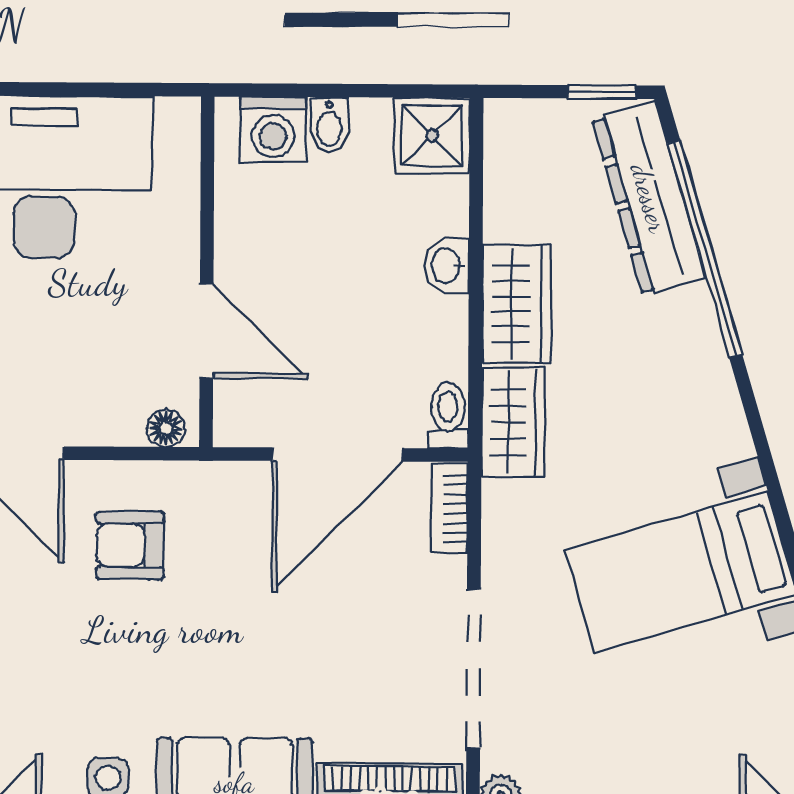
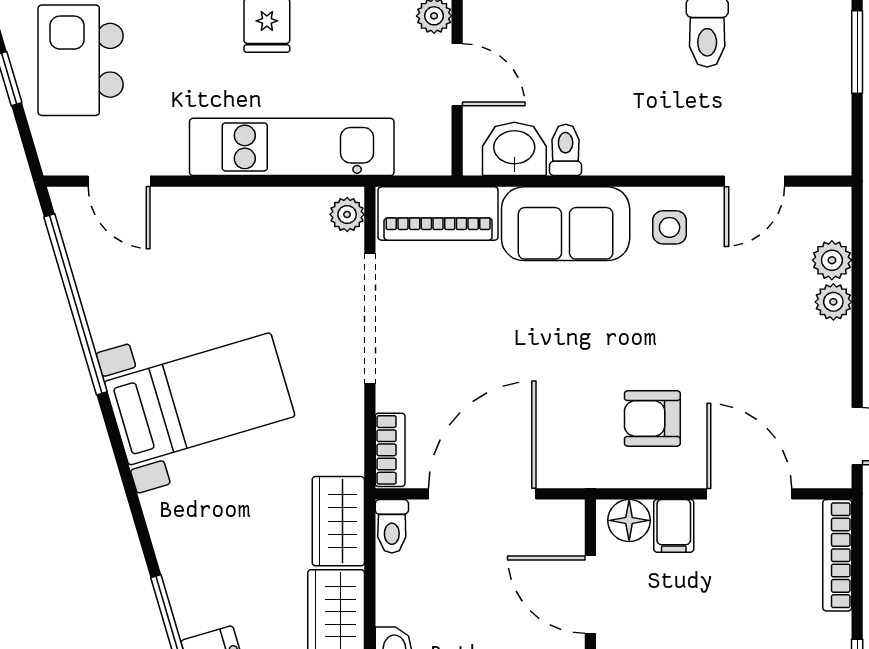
filing cabinet: (105, 414) -> (674, 526), added
floor lamp: (166, 428) -> (629, 520), width x1.37, depth x1.37
armchair: (130, 545) -> (652, 418), turned 180

